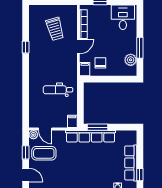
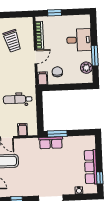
desk: (123, 17) -> (79, 40), moved, turned 90
filing cabinet: (72, 121) -> (23, 130), moved
row of seats: (91, 136) -> (51, 143), width x0.50

